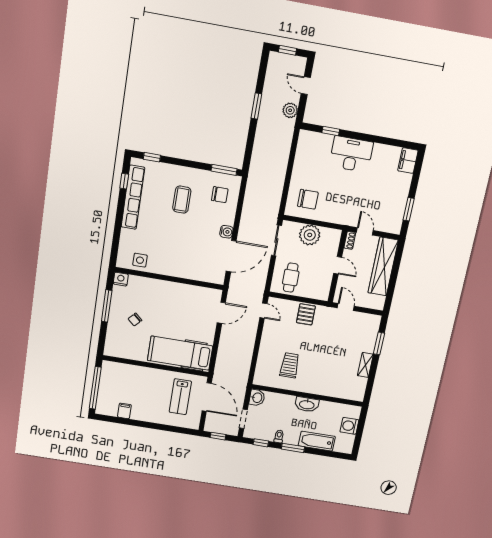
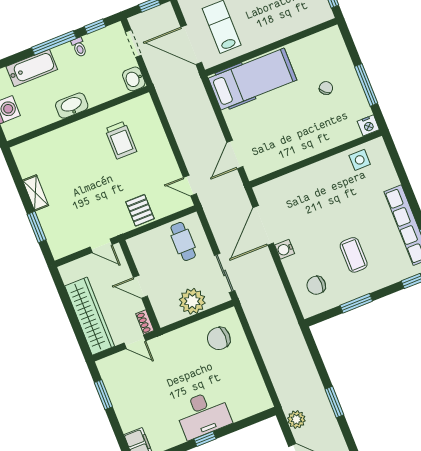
window: (331, 131) -> (205, 439), moved
window: (224, 170) -> (356, 303), moved
window: (293, 448) -> (54, 43), width x1.44

